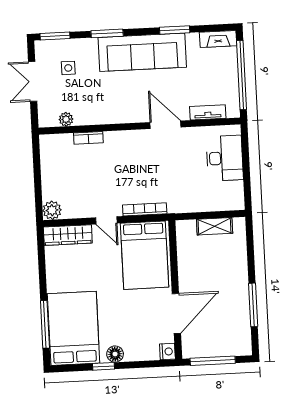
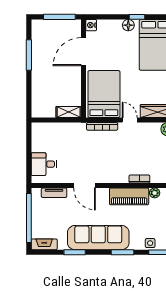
side table: (68, 68) -> (150, 243), moved
piano: (102, 113) -> (129, 196), added
desk: (225, 158) -> (44, 164), width x0.73
shelving: (215, 226) -> (69, 112), moved

